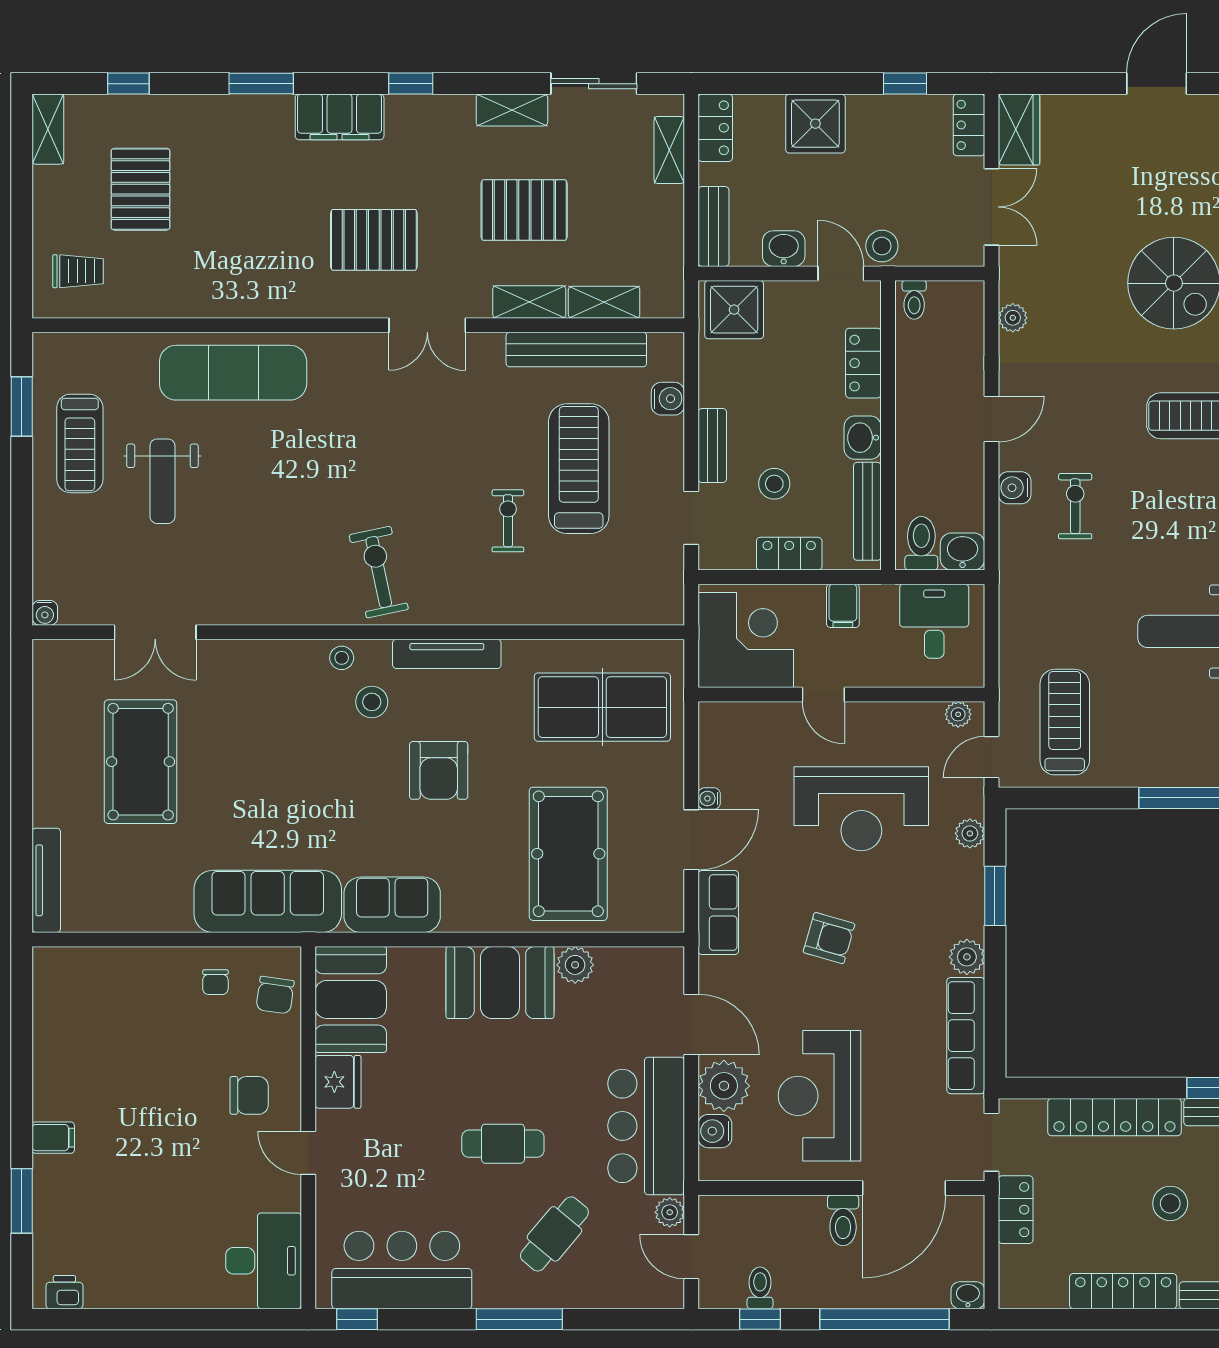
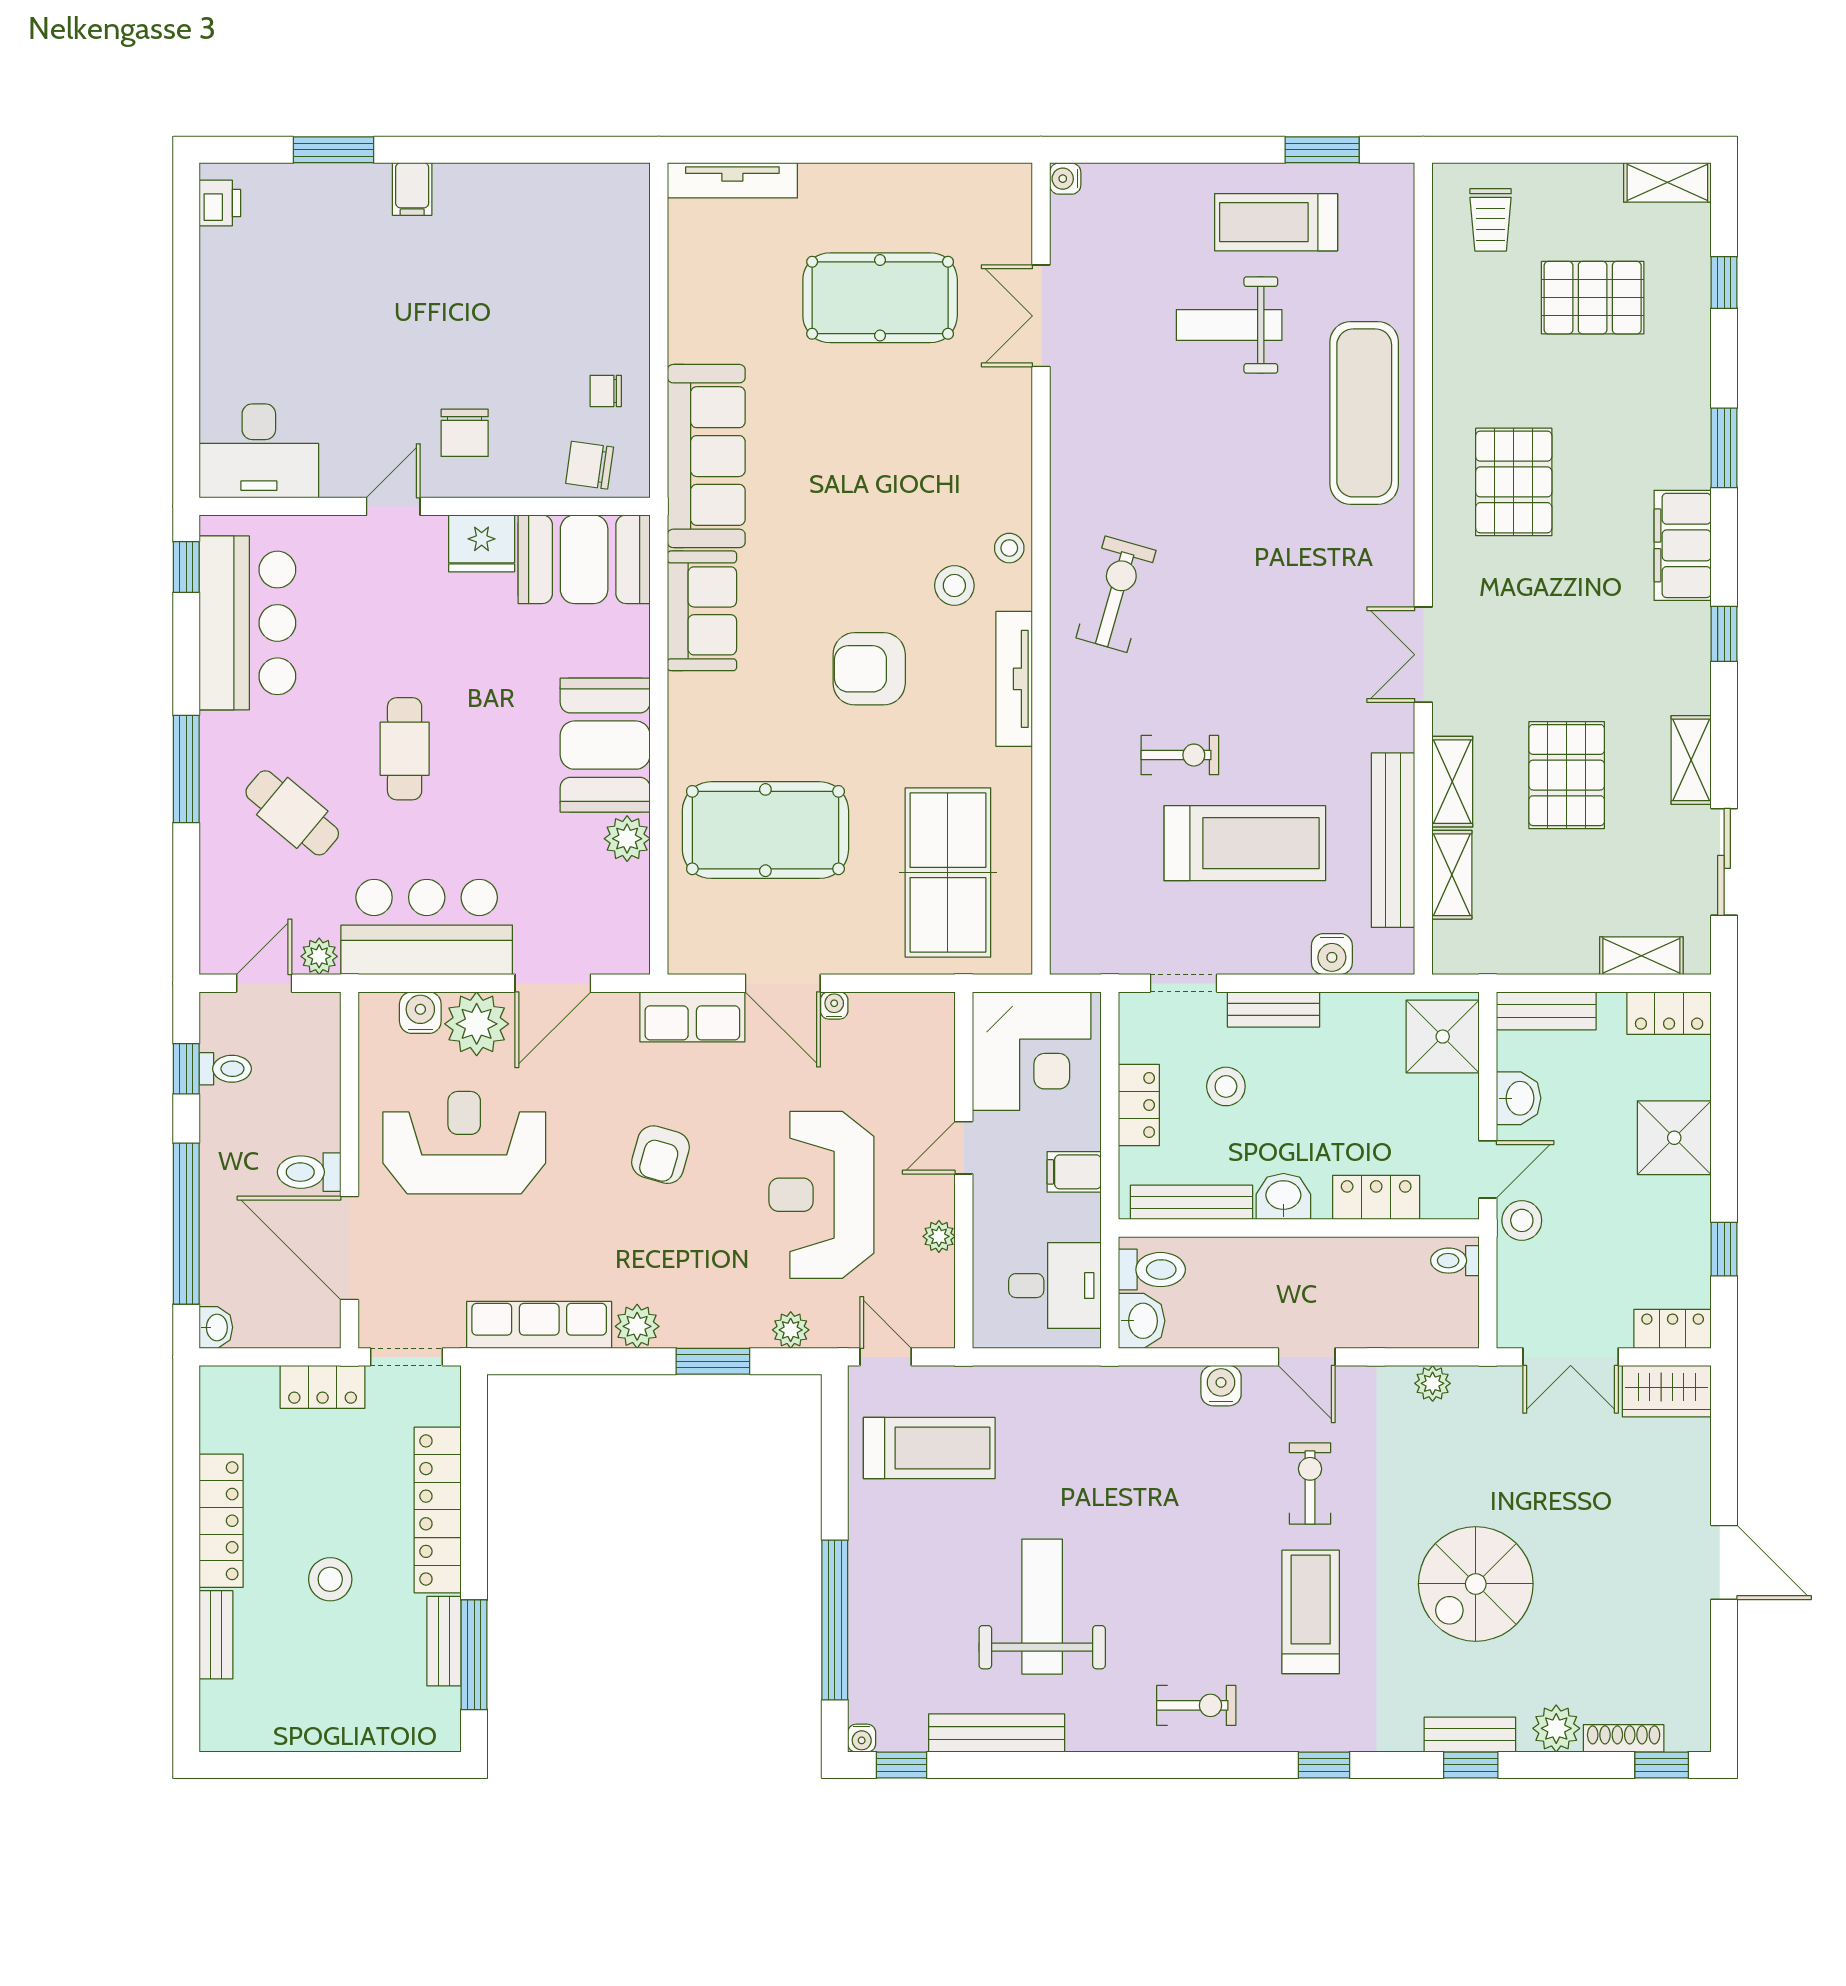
pallet: (374, 240) -> (1514, 482), moved
exercise bike: (1075, 506) -> (1310, 1484), moved, turned -90
exercise bike: (379, 572) -> (1116, 594), turned -62
plant: (958, 714) -> (939, 1236), moved

